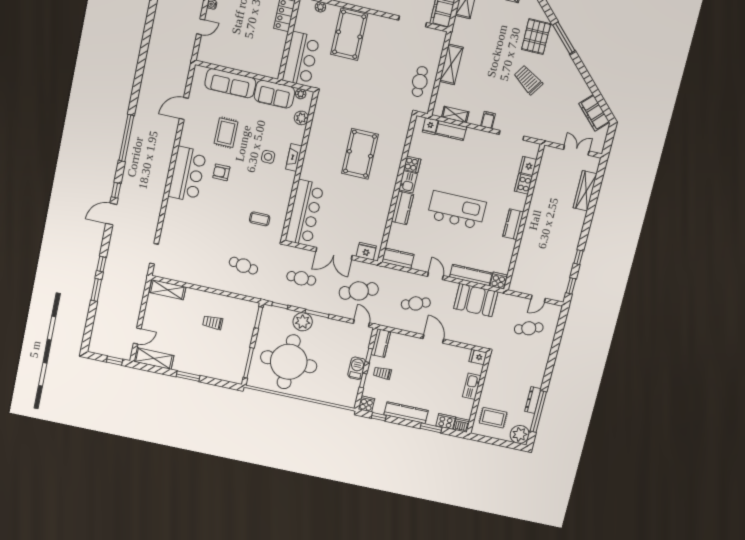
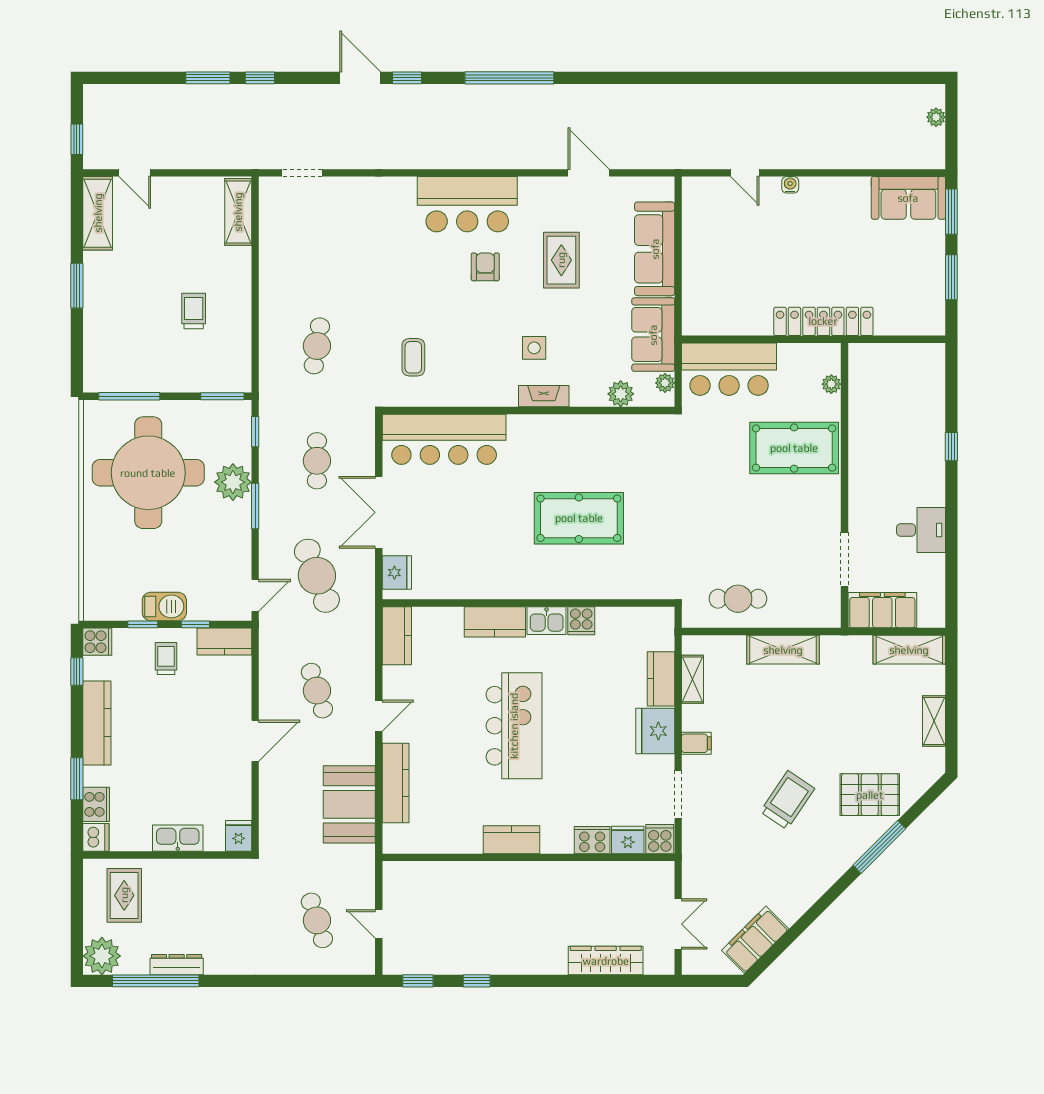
fridge: (430, 126) -> (655, 731), moved, width x1.88, depth x1.34
rug: (226, 133) -> (561, 260), turned 90
cooker: (498, 281) -> (660, 839), moved, turned -90

